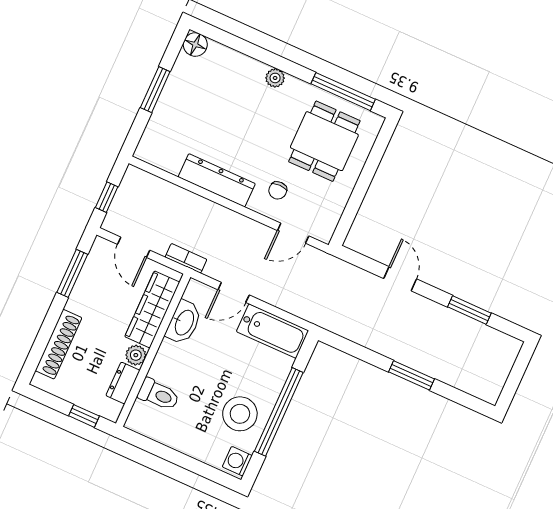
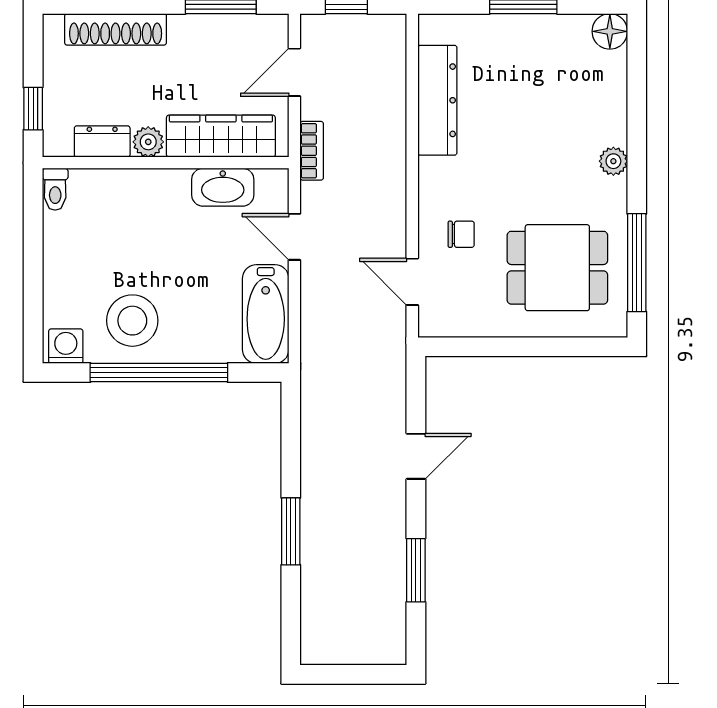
dresser: (217, 180) -> (437, 100), moved
chair: (278, 190) -> (461, 234), turned 180
toilet: (159, 395) -> (55, 189), moved, width x0.73, depth x0.72

